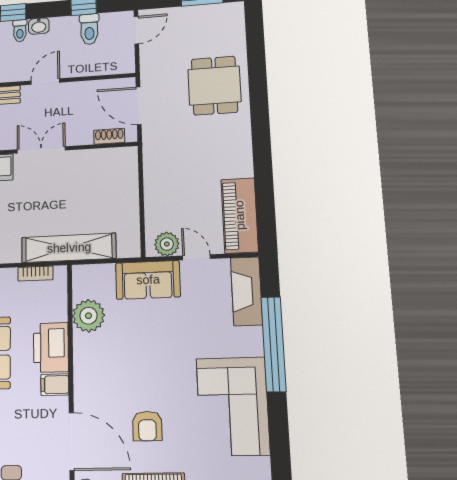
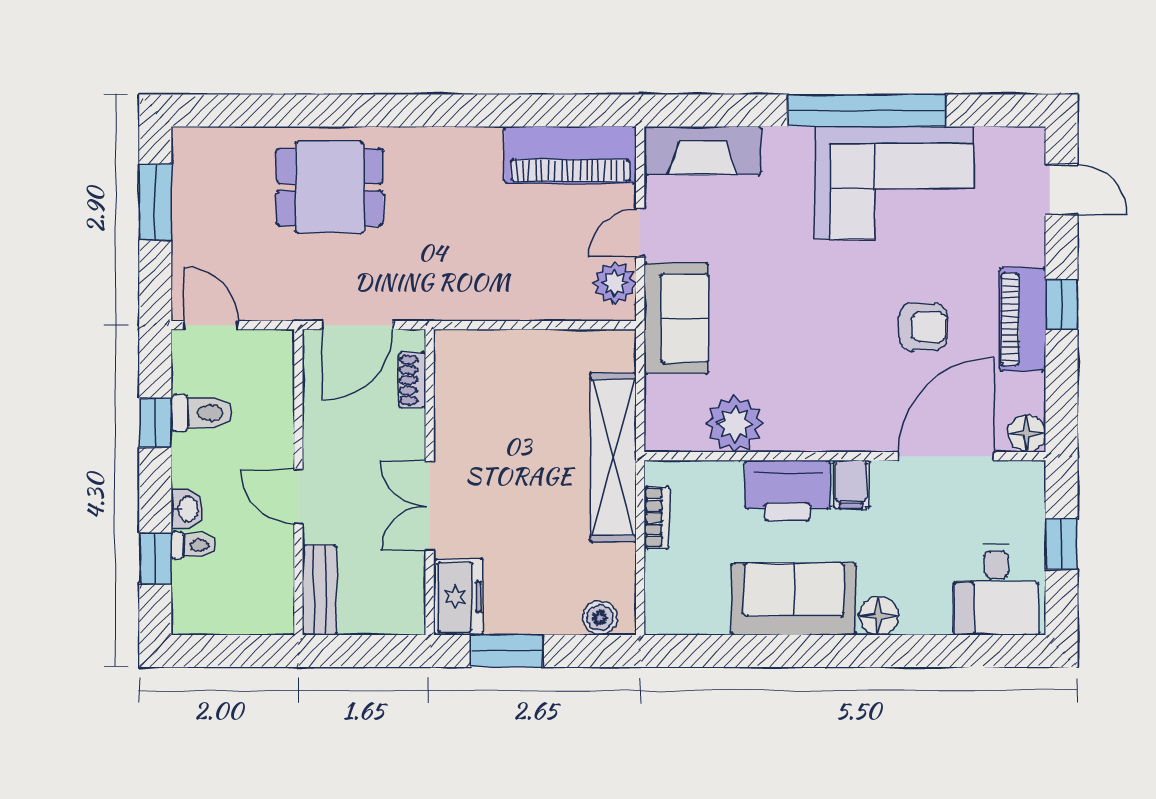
window: (273, 344) -> (866, 110), moved

